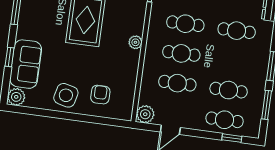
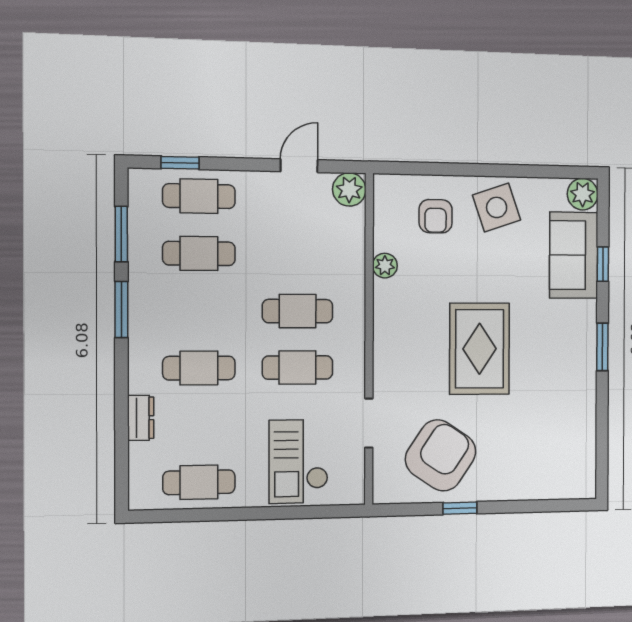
plant: (135, 42) -> (385, 266), moved
cafe table: (177, 83) -> (298, 255), removed
side table: (66, 95) -> (497, 207), turned -33

